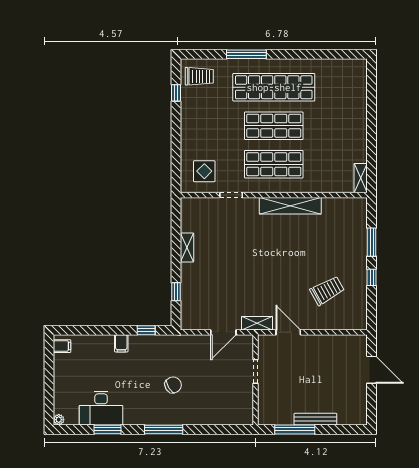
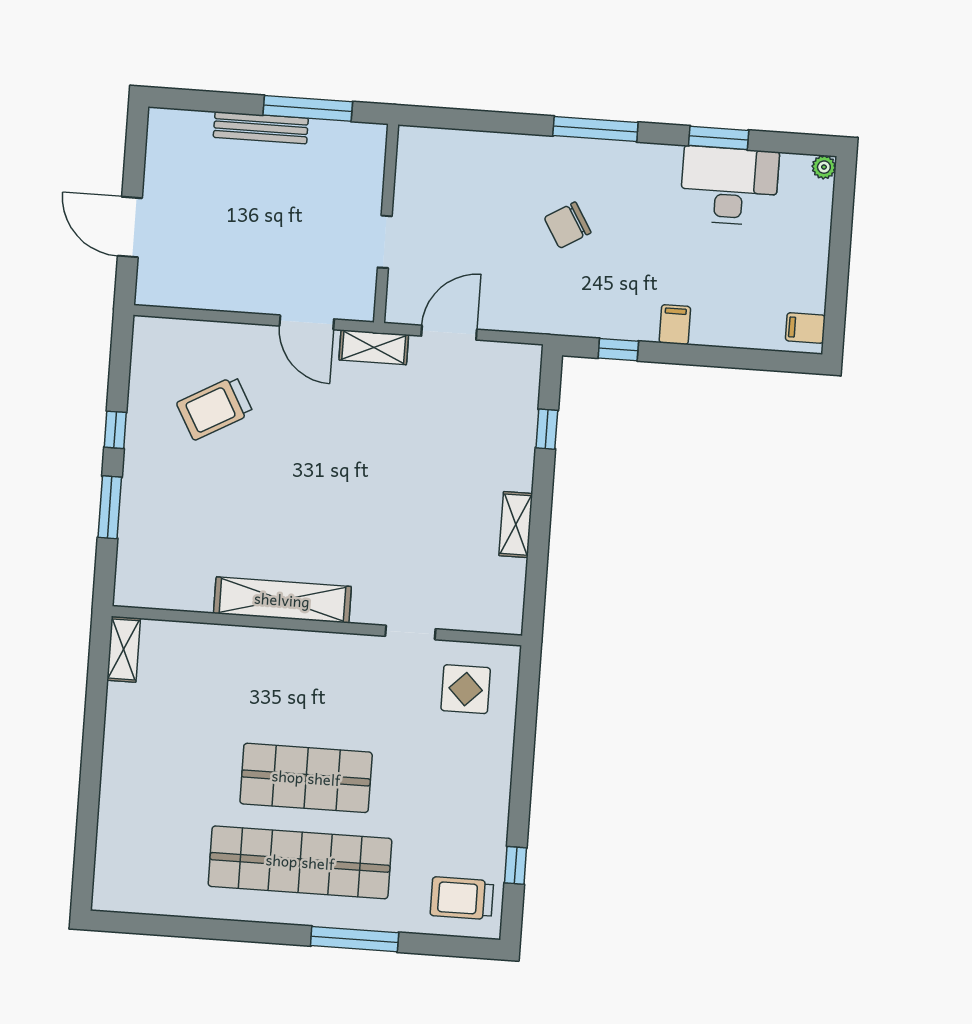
shop shelf: (274, 164) -> (312, 694), removed

